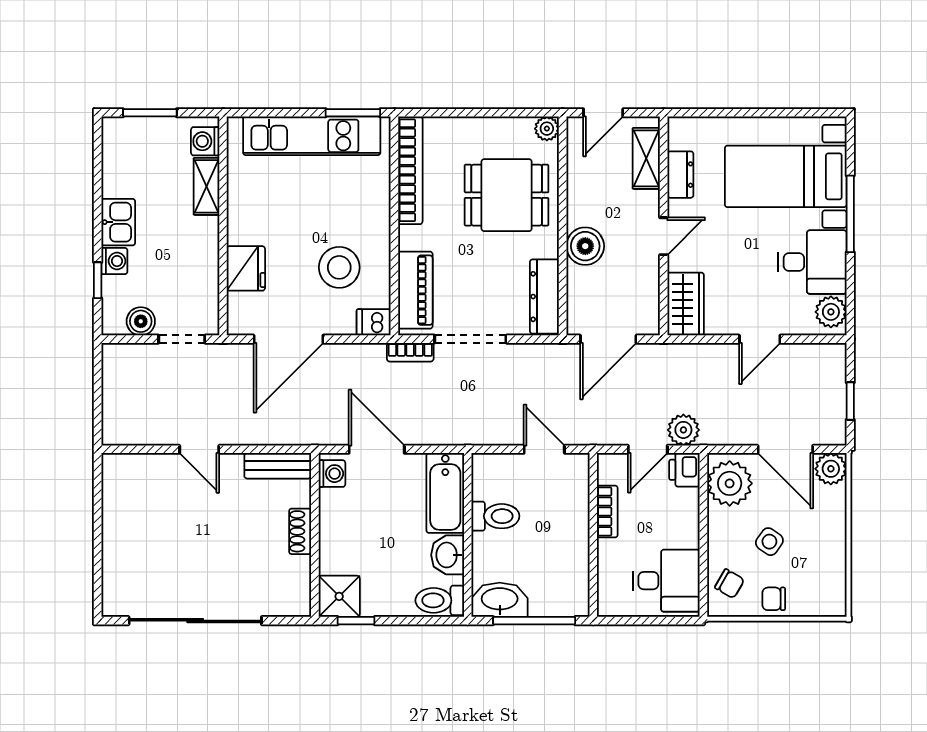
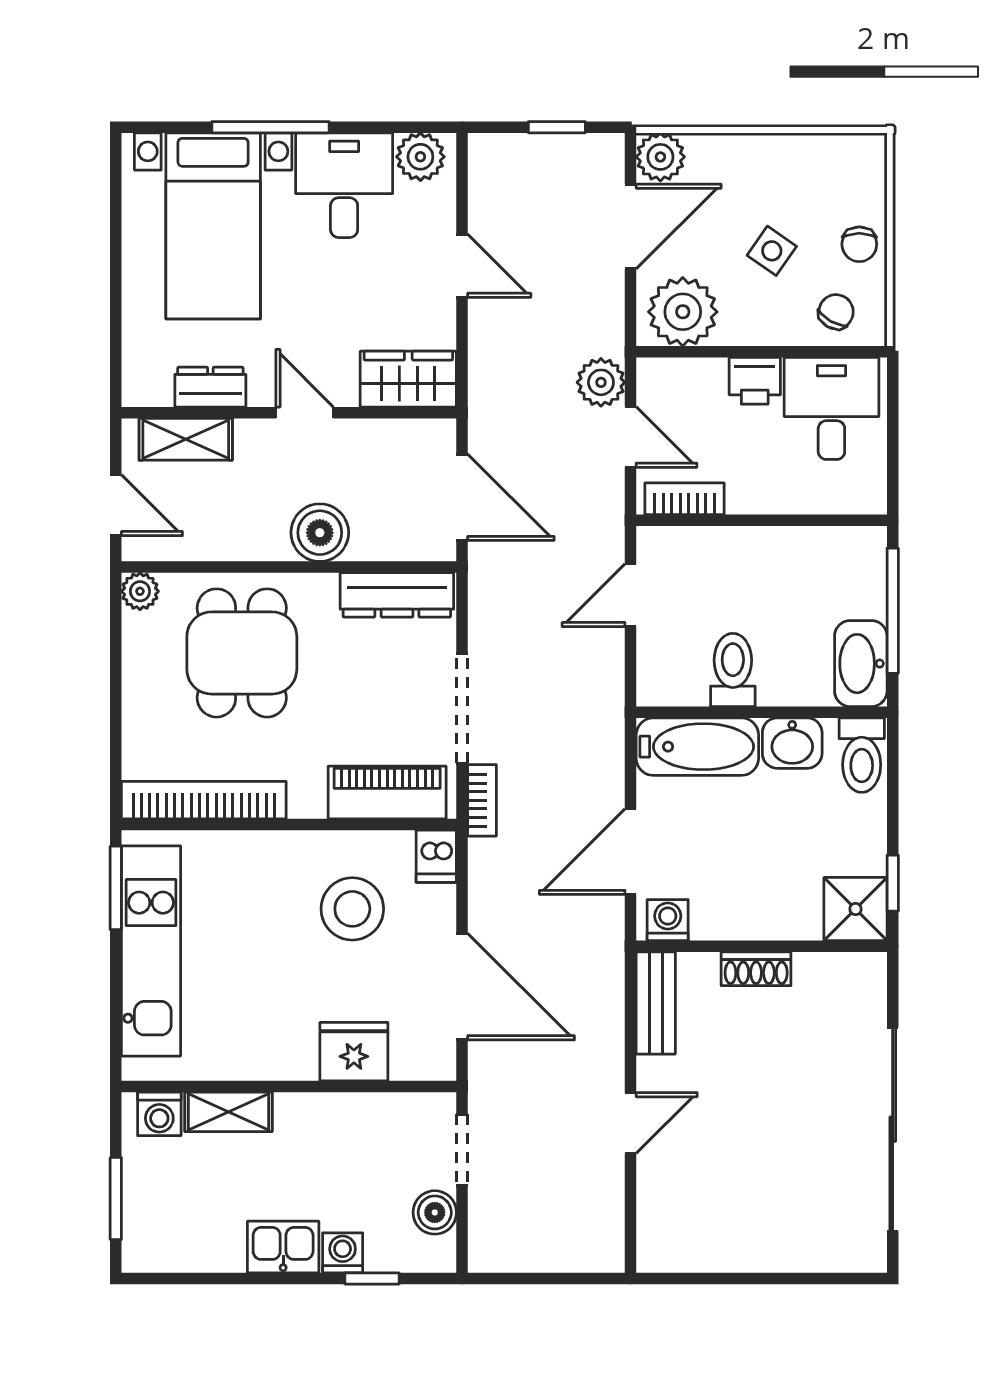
printer: (684, 470) -> (755, 381), moved
bookcase: (607, 511) -> (685, 499), moved

